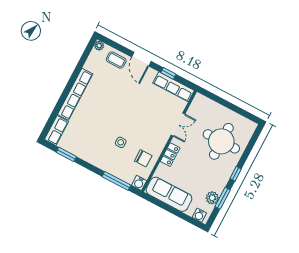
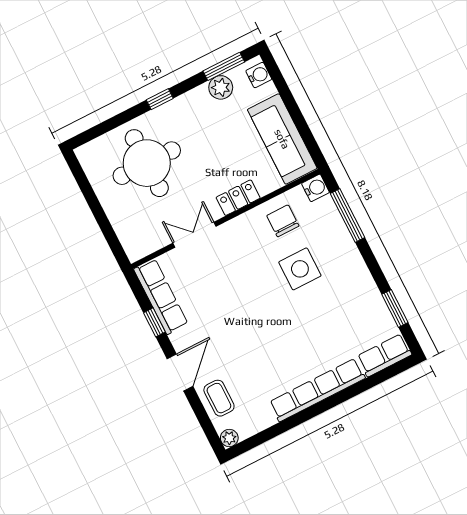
side table: (121, 142) -> (300, 269), width x1.87, depth x1.87
window: (223, 198) -> (224, 66), moved

